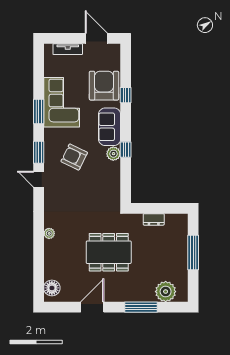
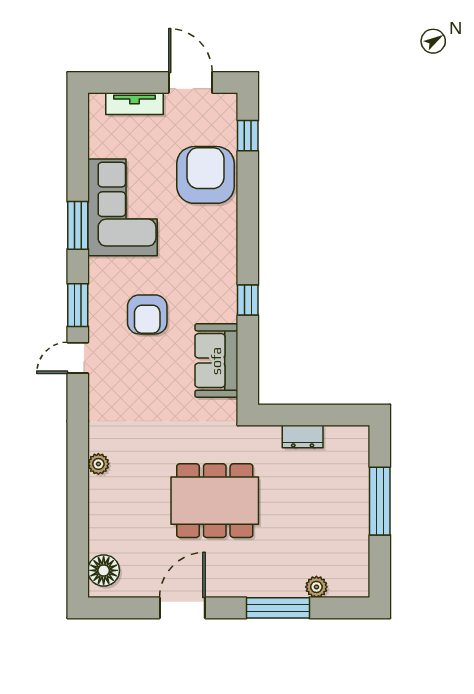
window: (126, 95) -> (248, 136), moved
sofa: (110, 127) -> (216, 361), moved
plant: (113, 154) -> (224, 308), removed
armchair: (74, 157) -> (147, 314), turned -116
door: (39, 179) -> (78, 358), hinge flipped
plant: (166, 292) -> (316, 587), width x0.53, depth x0.53

